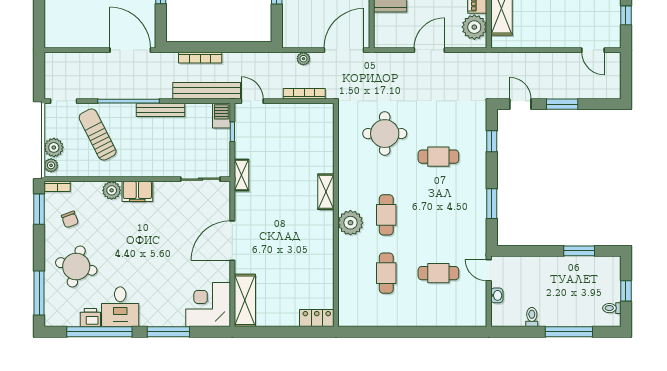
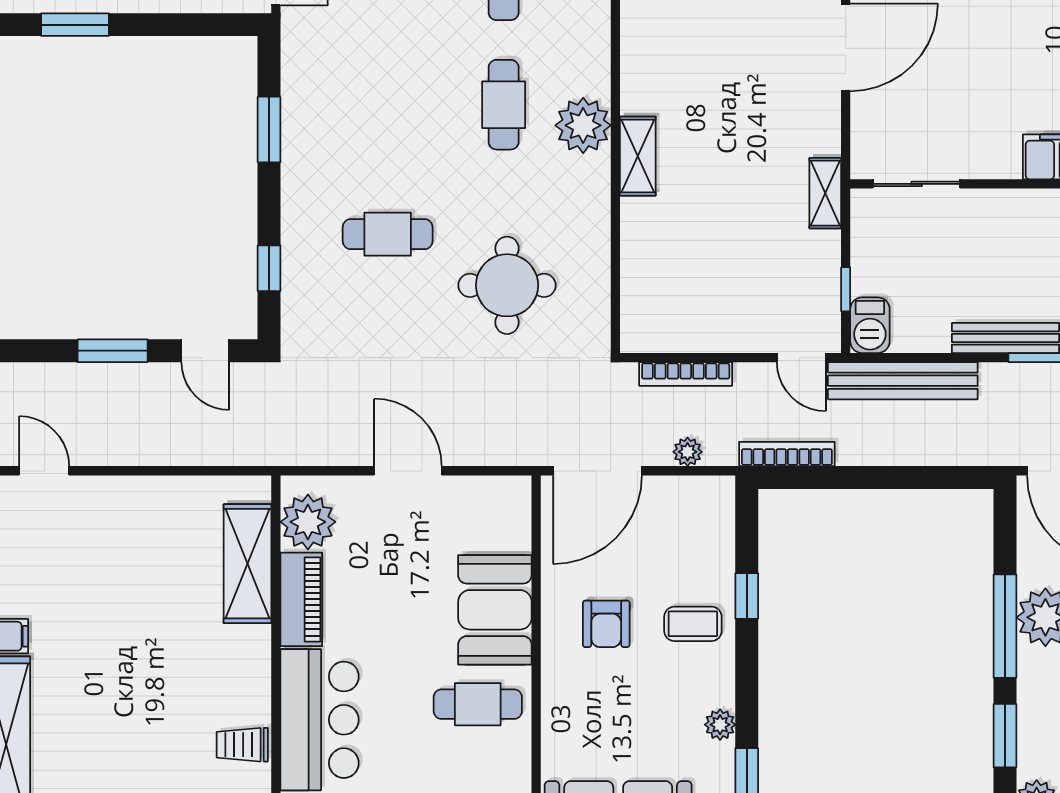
door: (429, 50) -> (408, 471), swing flipped
bookcase: (200, 58) -> (787, 454), moved
plant: (350, 223) -> (583, 125), moved

